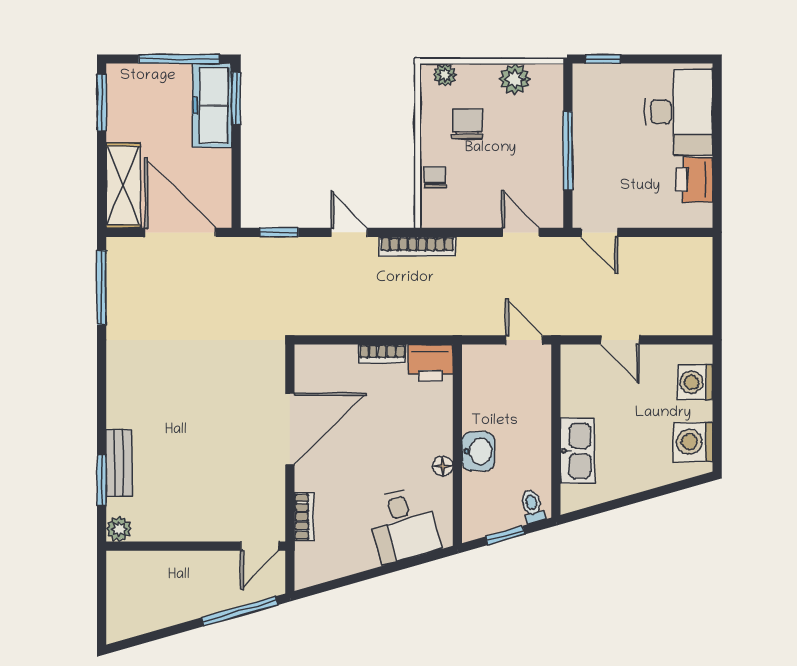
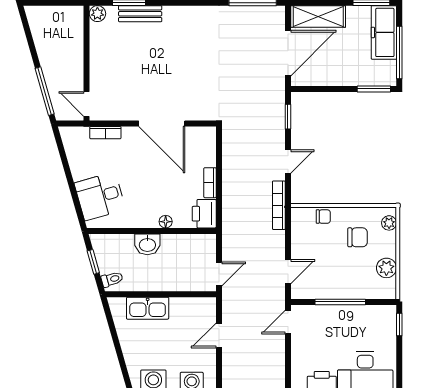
freezer: (212, 105) -> (384, 32), moved, turned -90
floor lamp: (443, 466) -> (166, 222), moved

